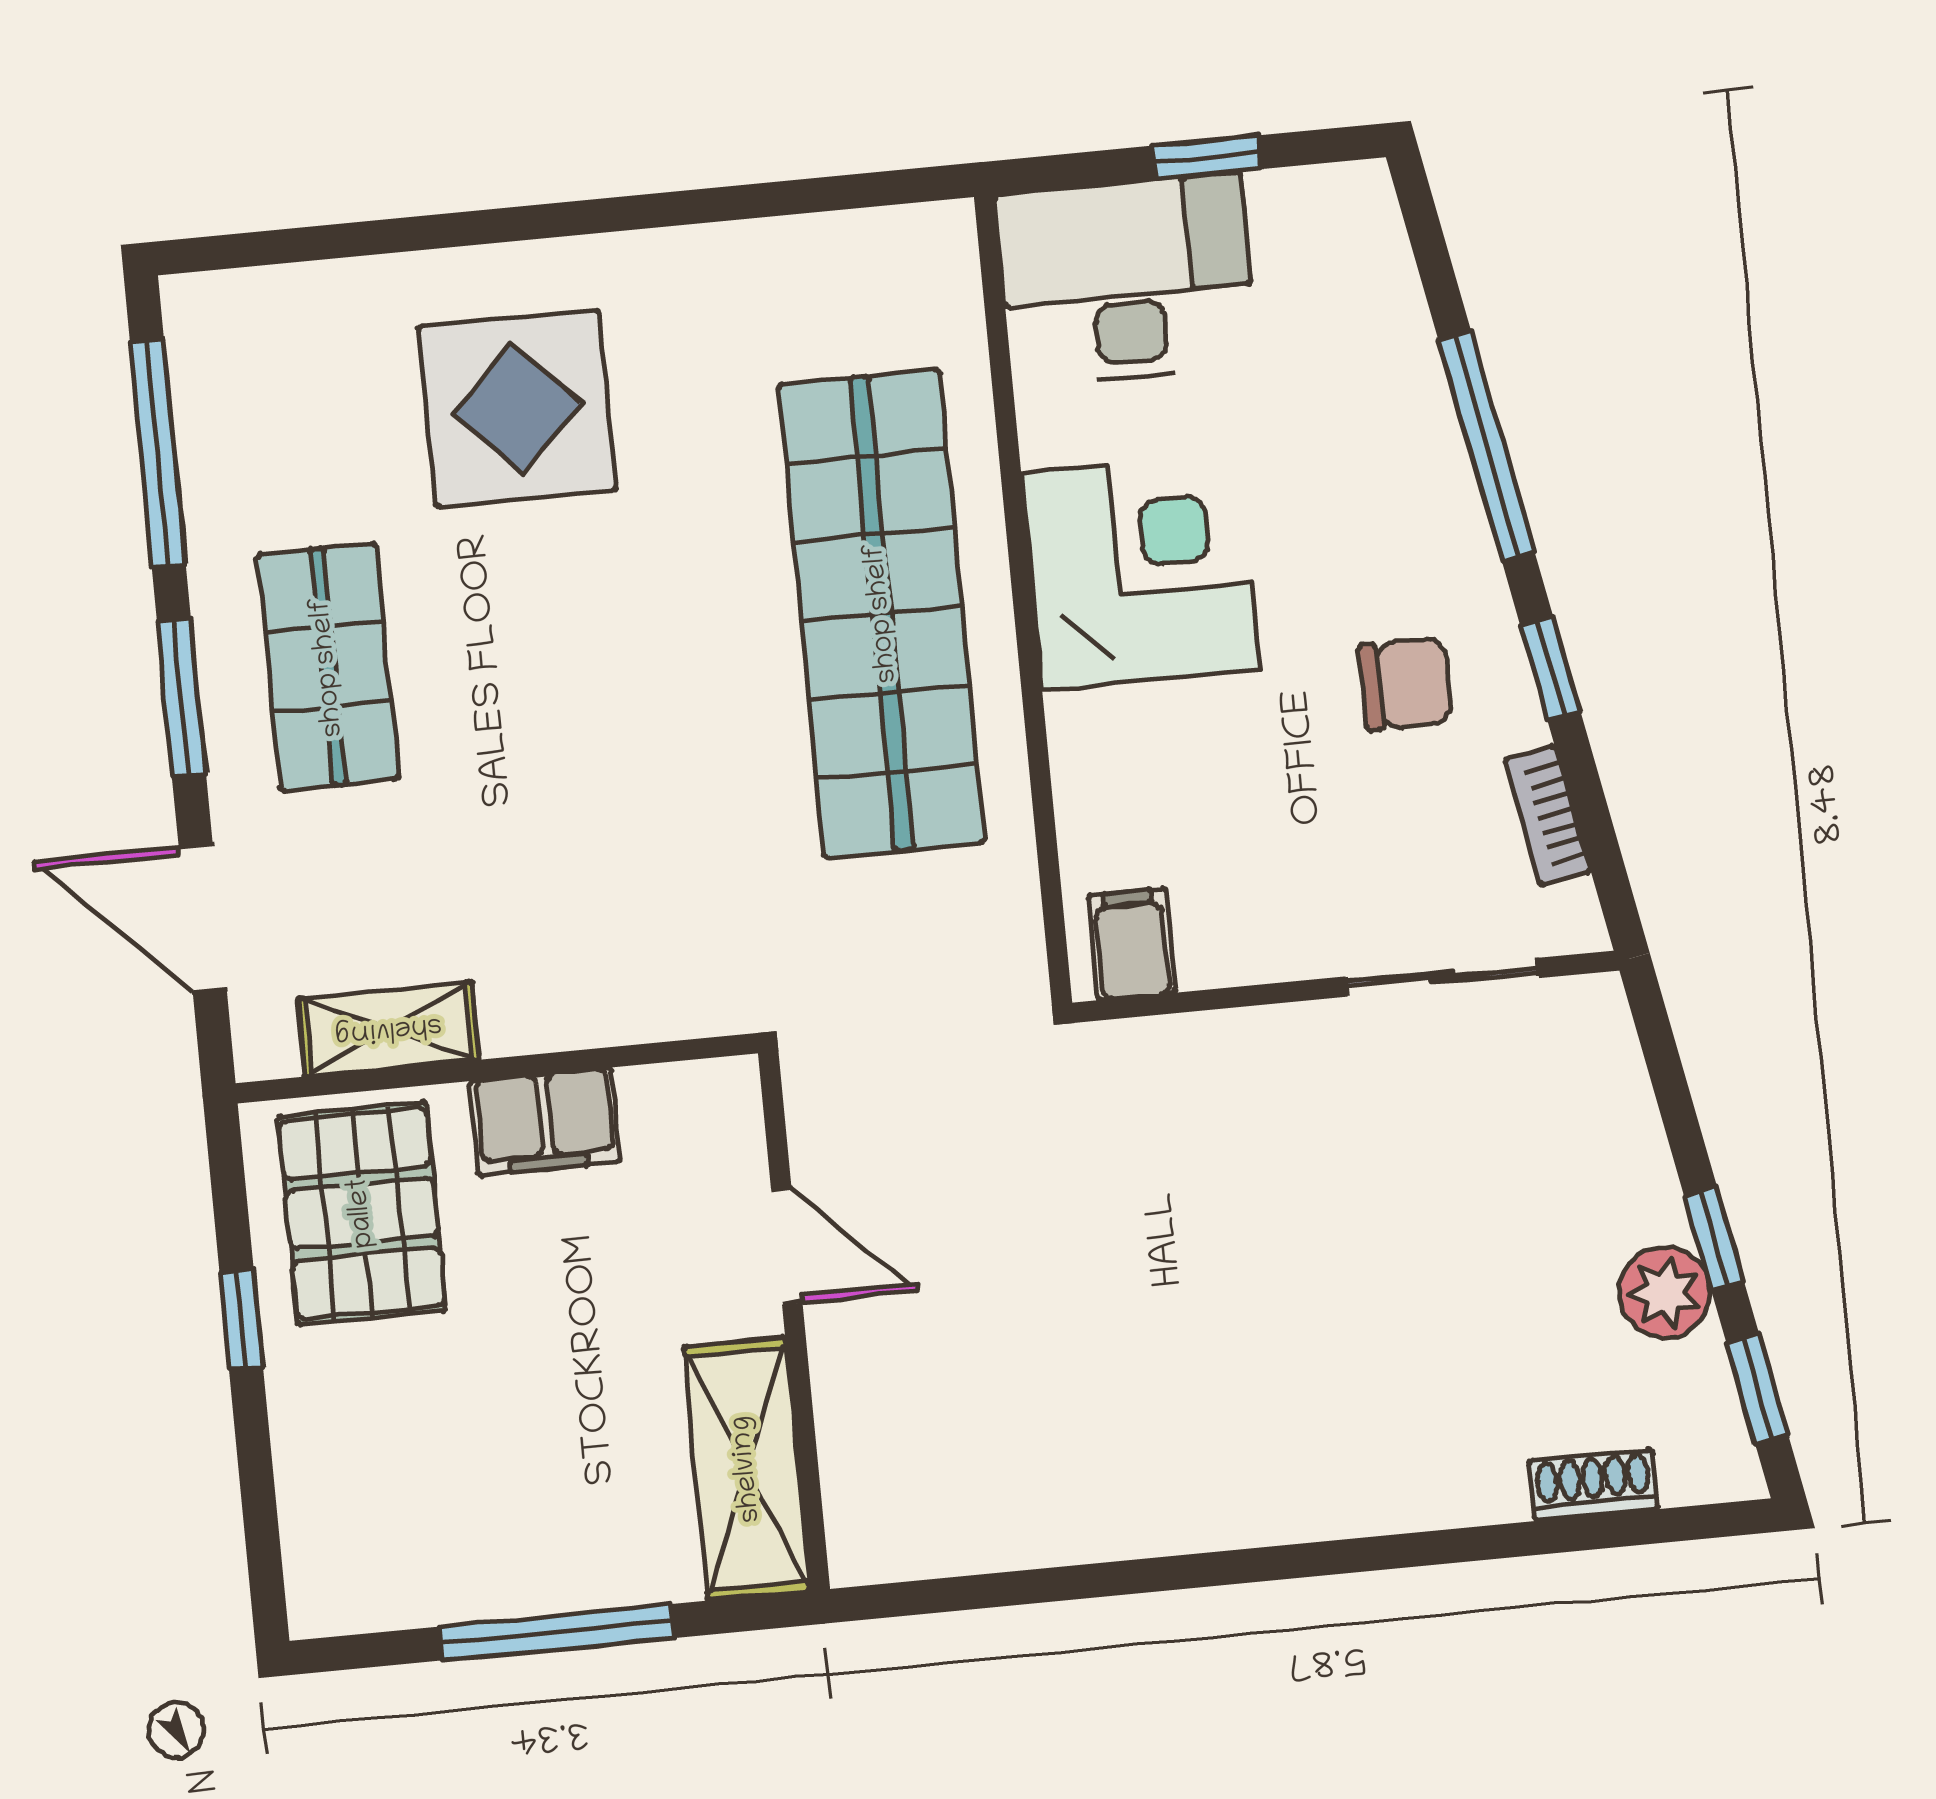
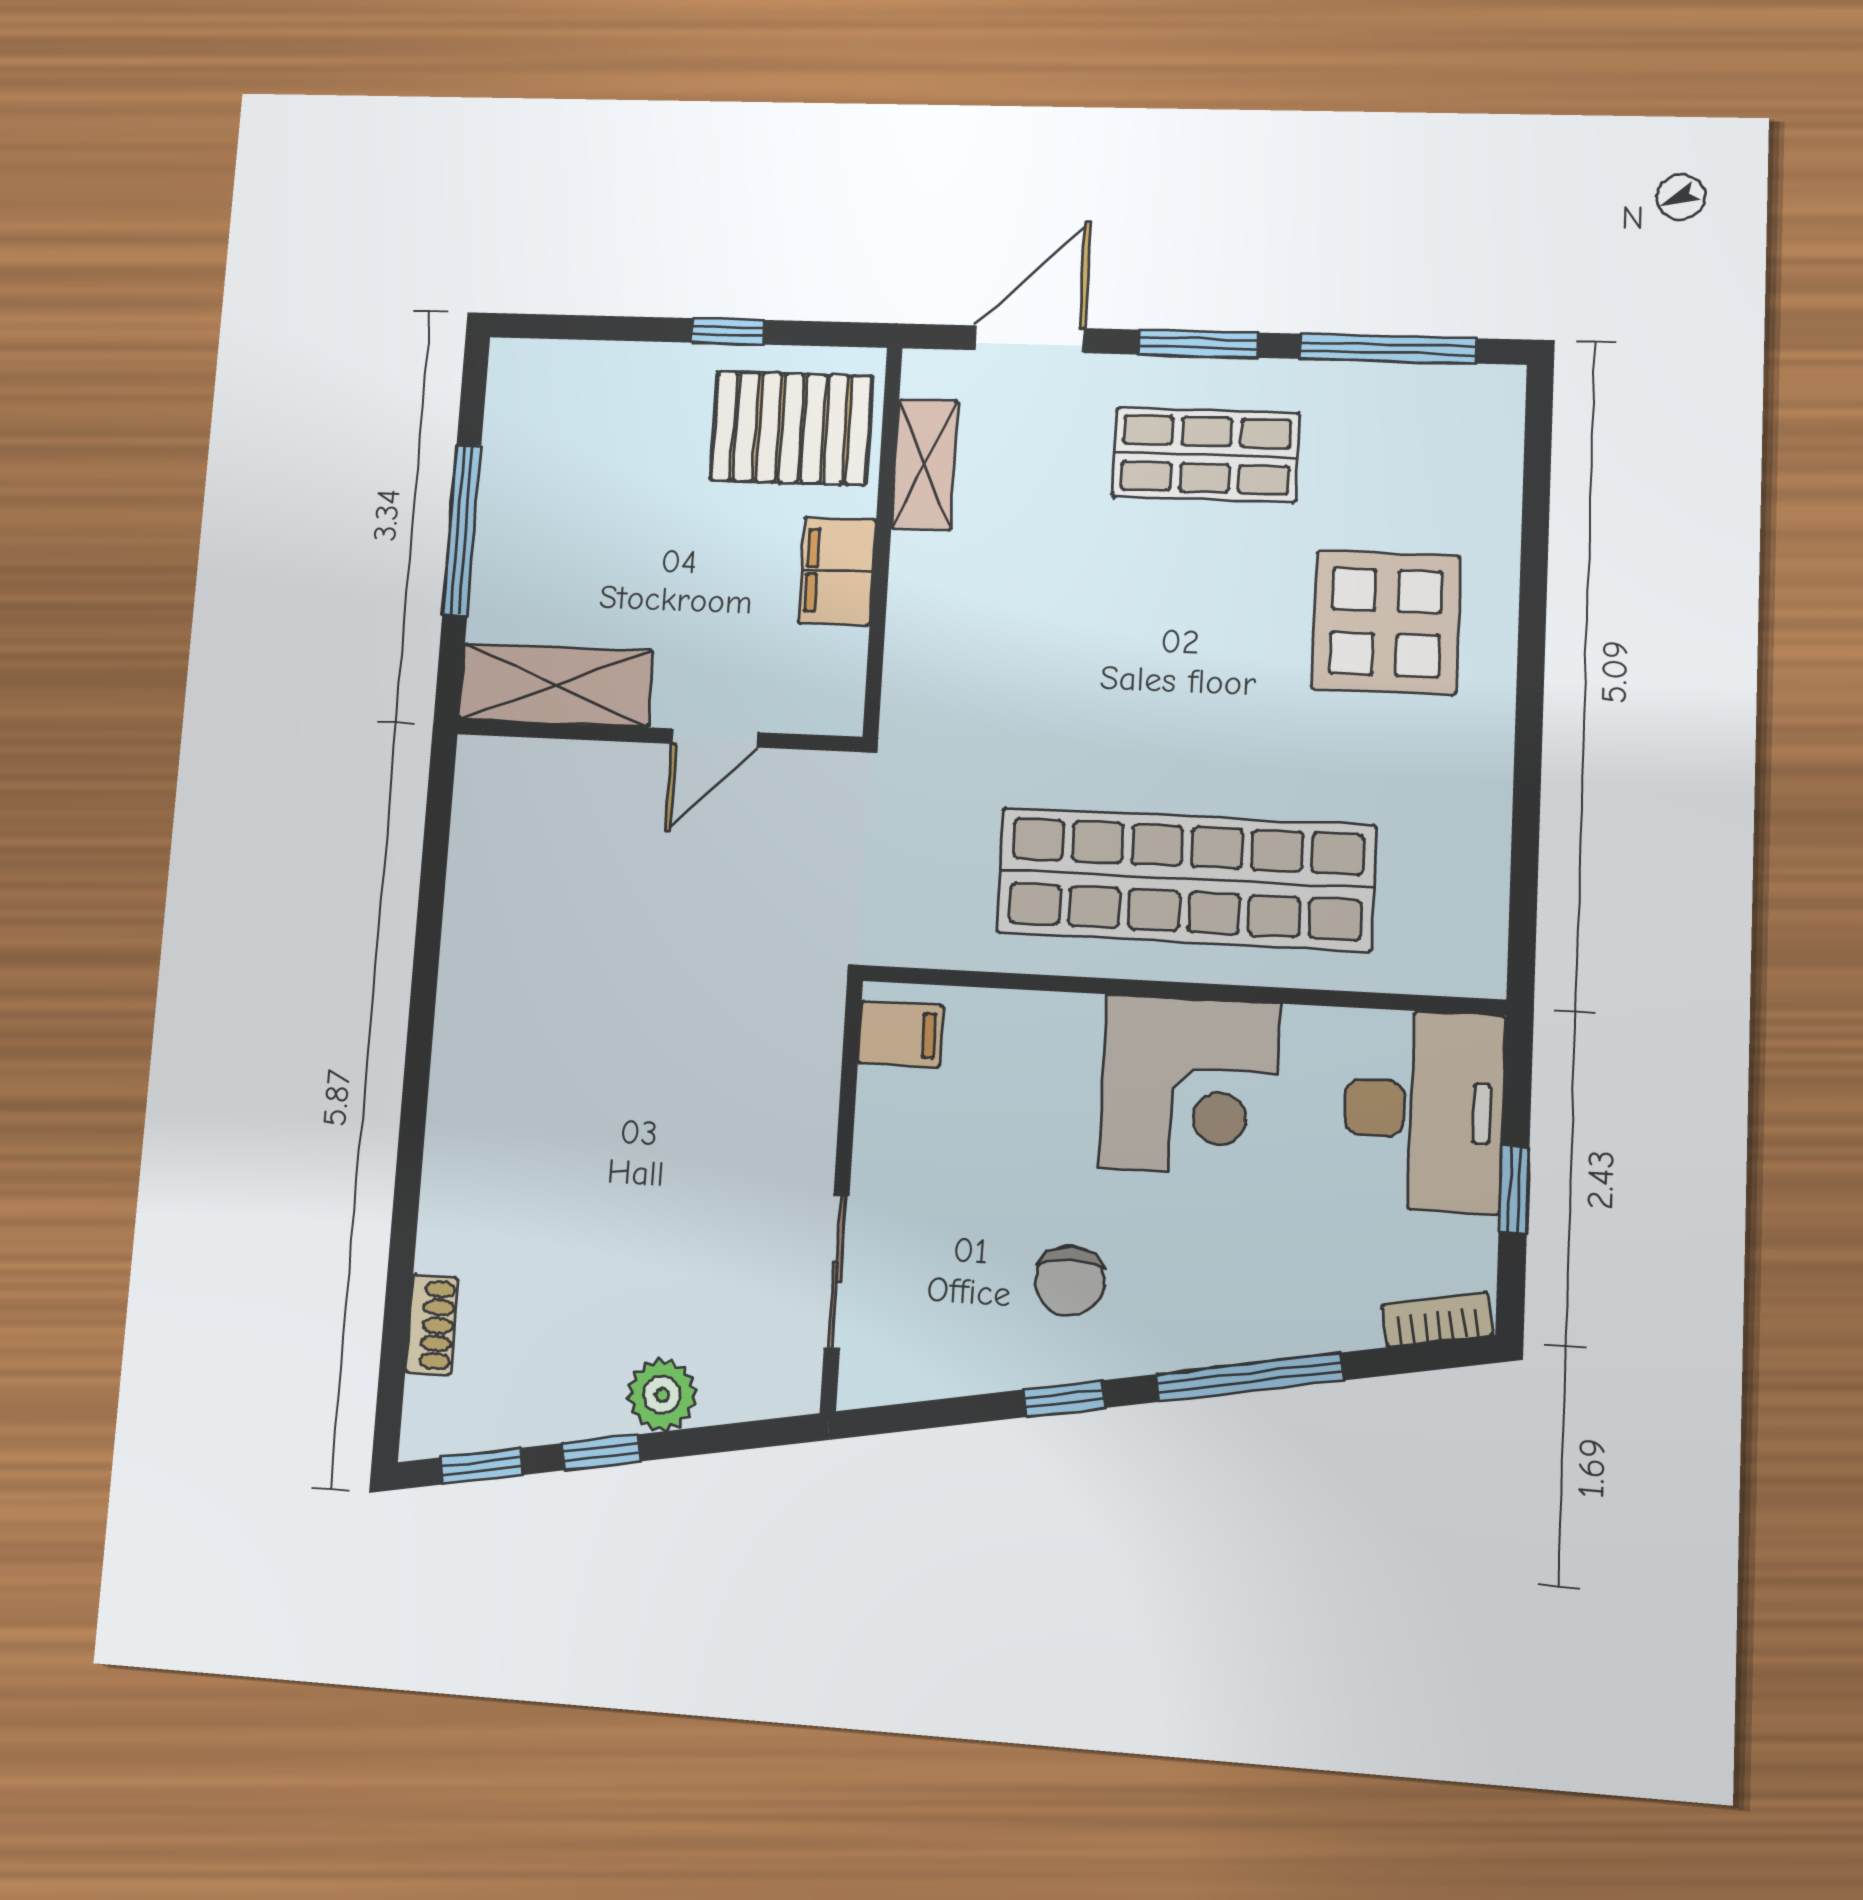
bookcase: (1548, 815) -> (1437, 1320), moved
plant: (1665, 1293) -> (662, 1395), moved

